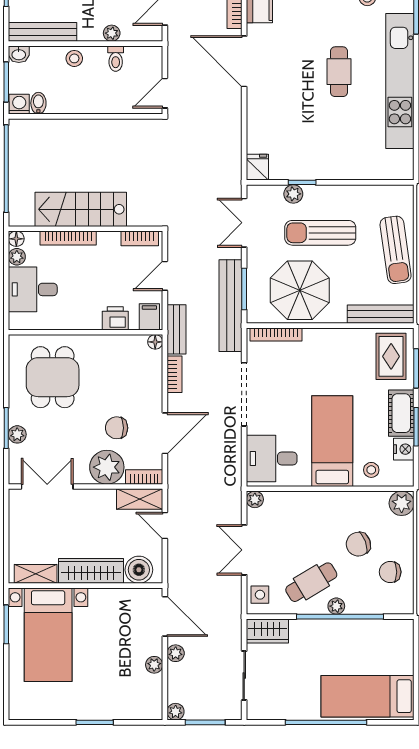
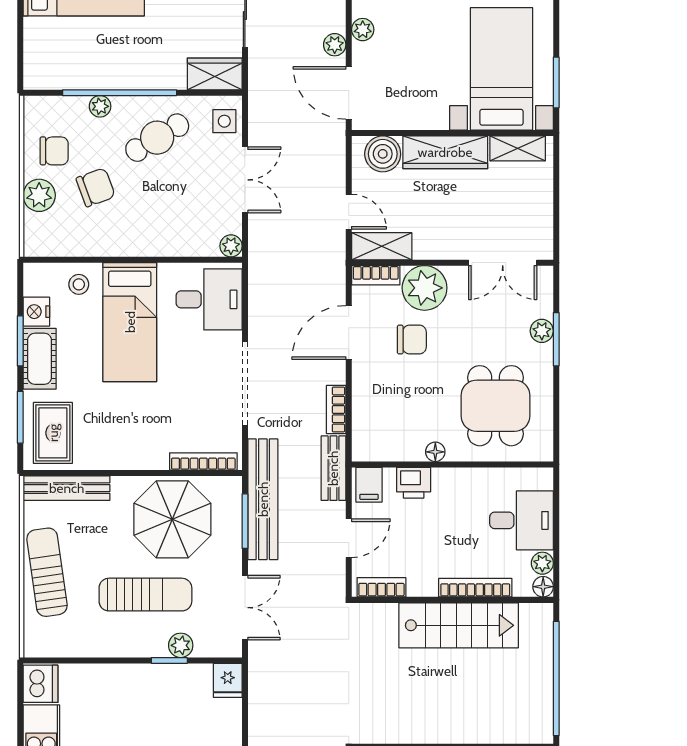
dishwasher: (401, 165) -> (40, 684), added
floor lamp: (155, 342) -> (435, 452), moved
plant: (402, 503) -> (39, 195), moved
plant: (336, 606) -> (100, 106), moved

